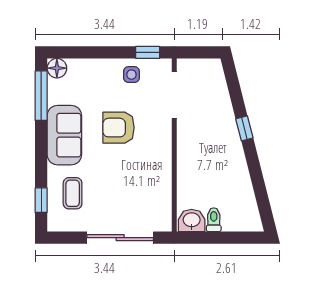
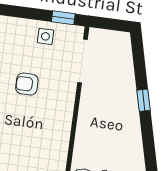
armchair: (119, 128) -> (27, 84), width x0.72, depth x0.72

